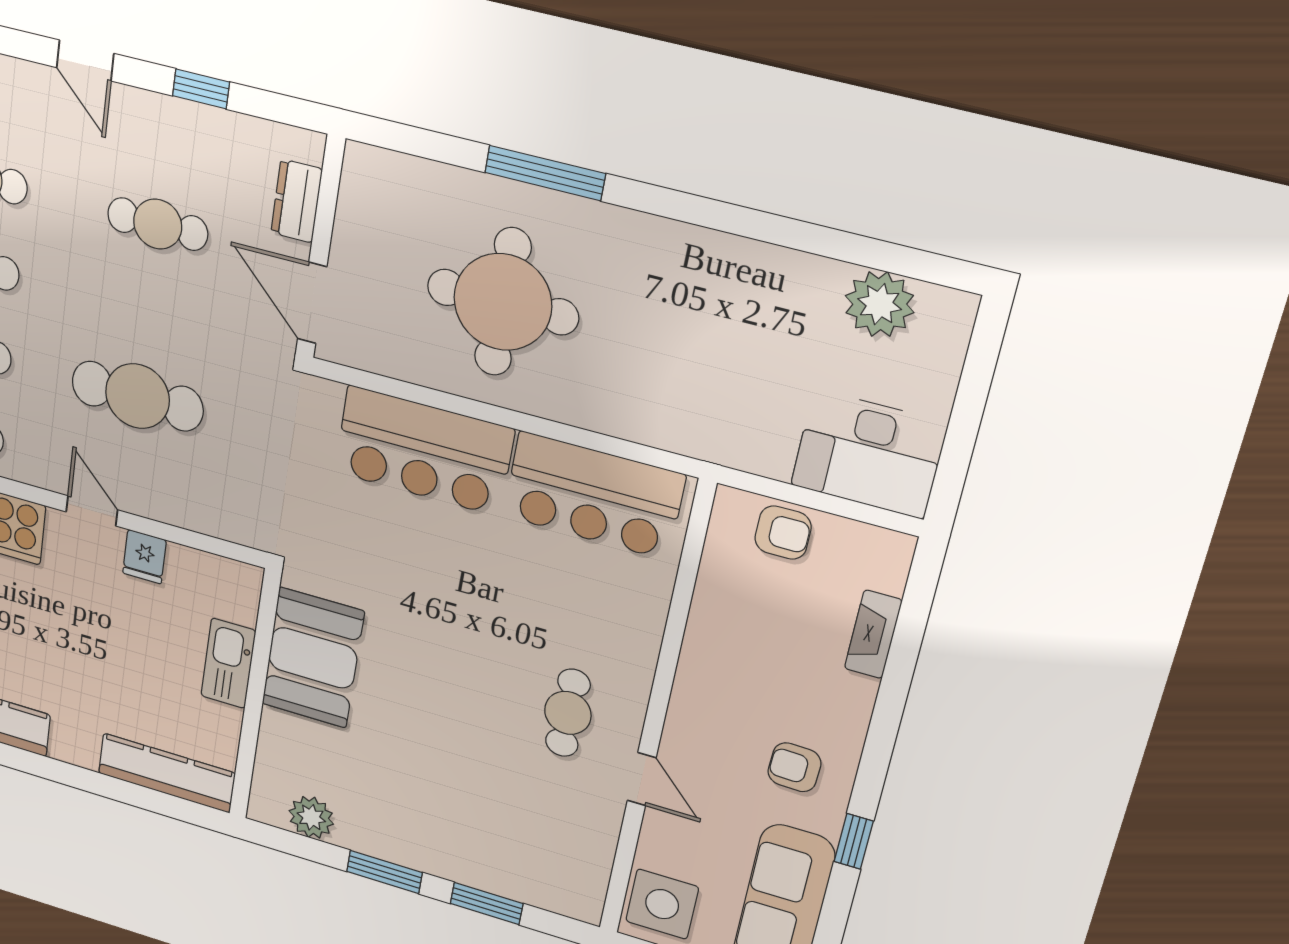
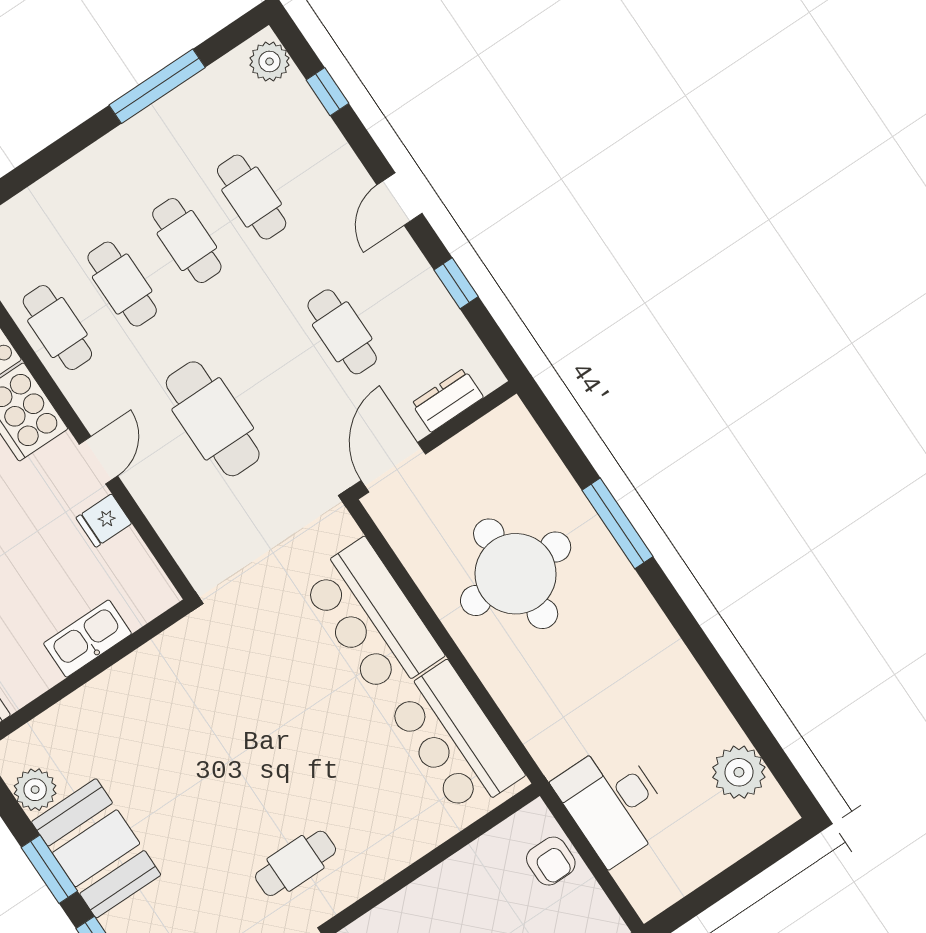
desk: (869, 454) -> (613, 803), moved
booth: (313, 658) -> (96, 848), moved, turned 90

